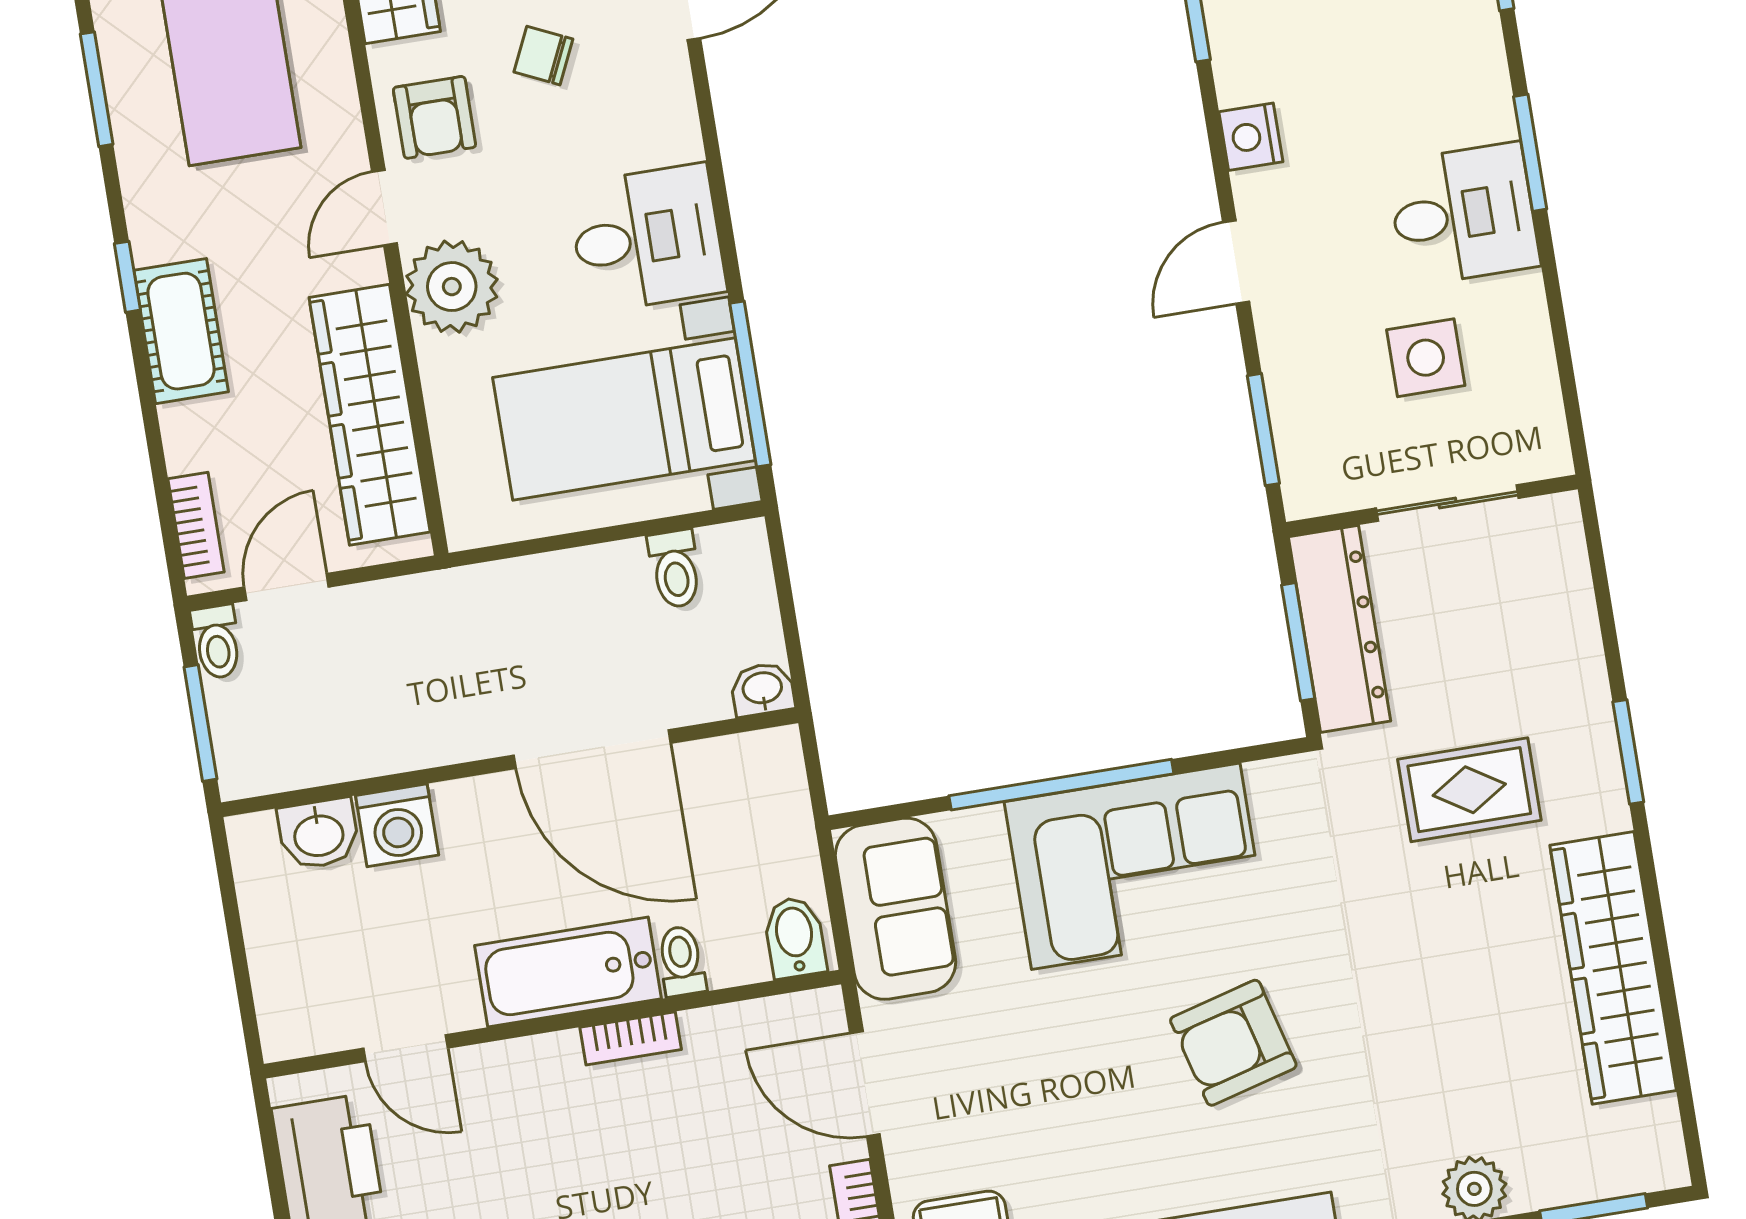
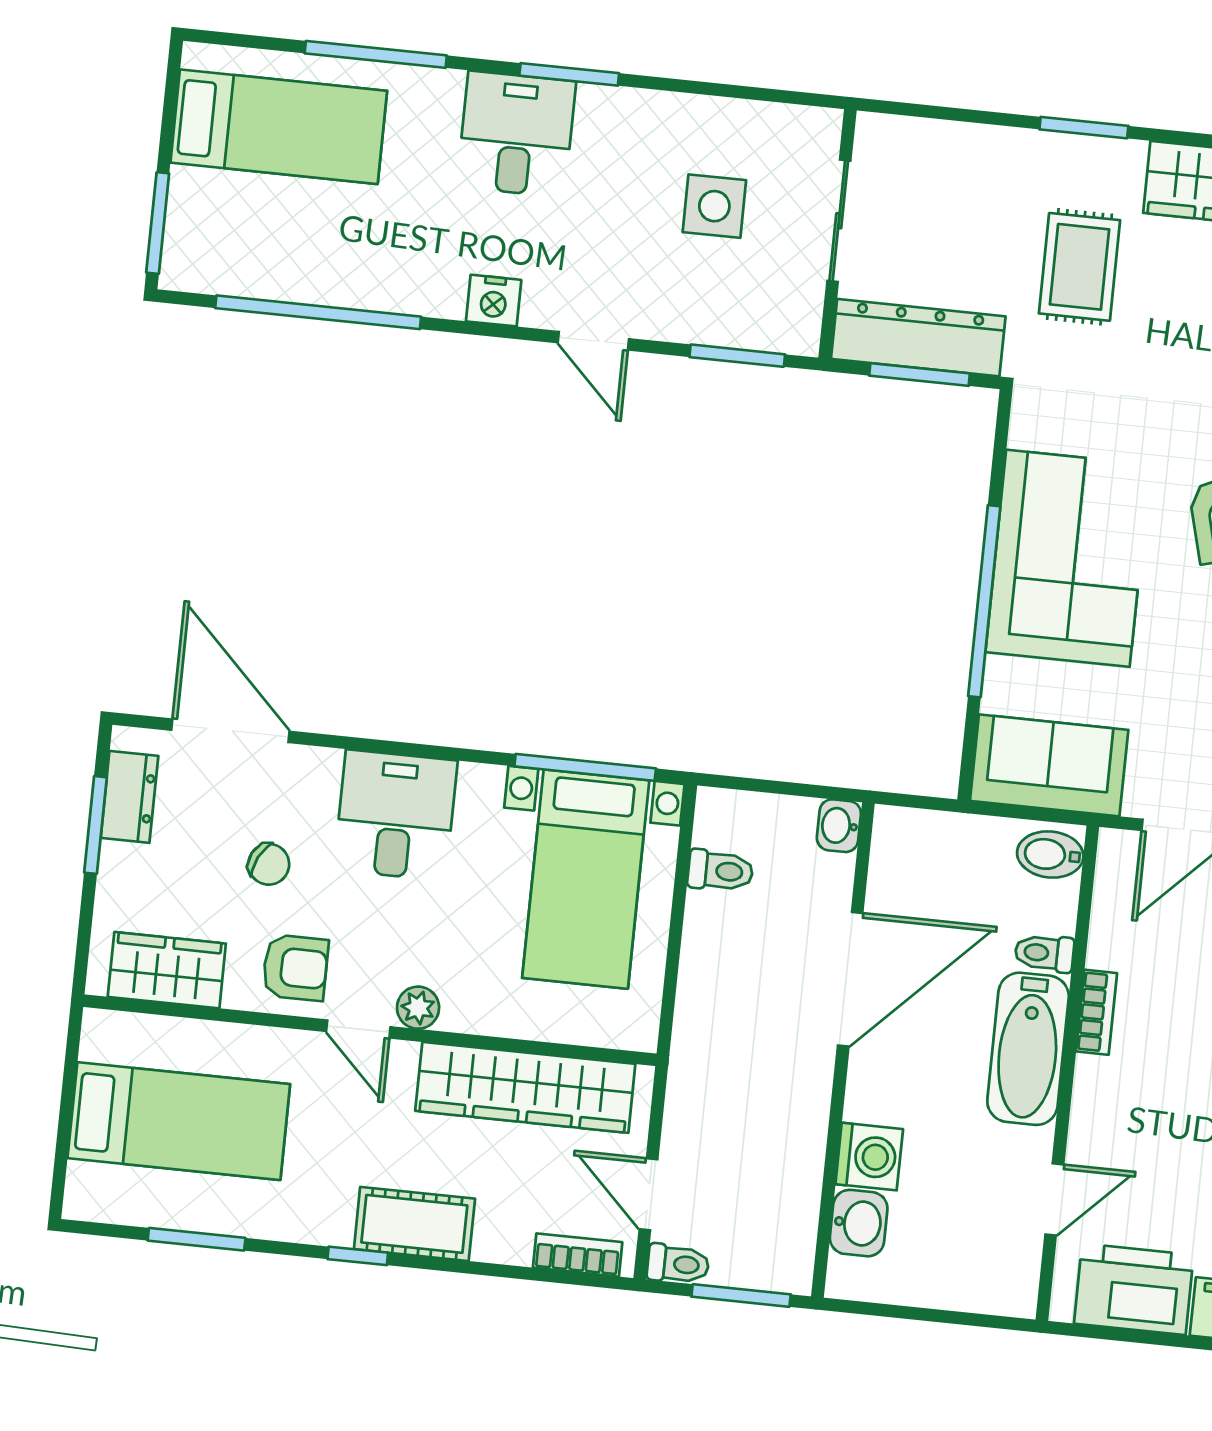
chair: (543, 56) -> (269, 864), turned -88
desk: (1463, 214) -> (516, 134), moved
desk: (647, 238) -> (396, 815), moved
plant: (452, 287) -> (418, 1008), width x0.53, depth x0.53

